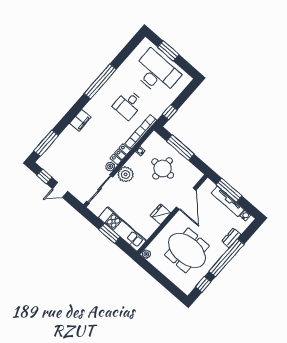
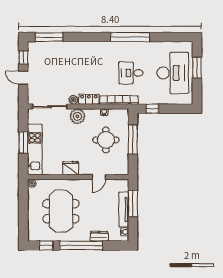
filing cabinet: (80, 120) -> (88, 48), removed
door: (186, 199) -> (99, 177), width x0.53

